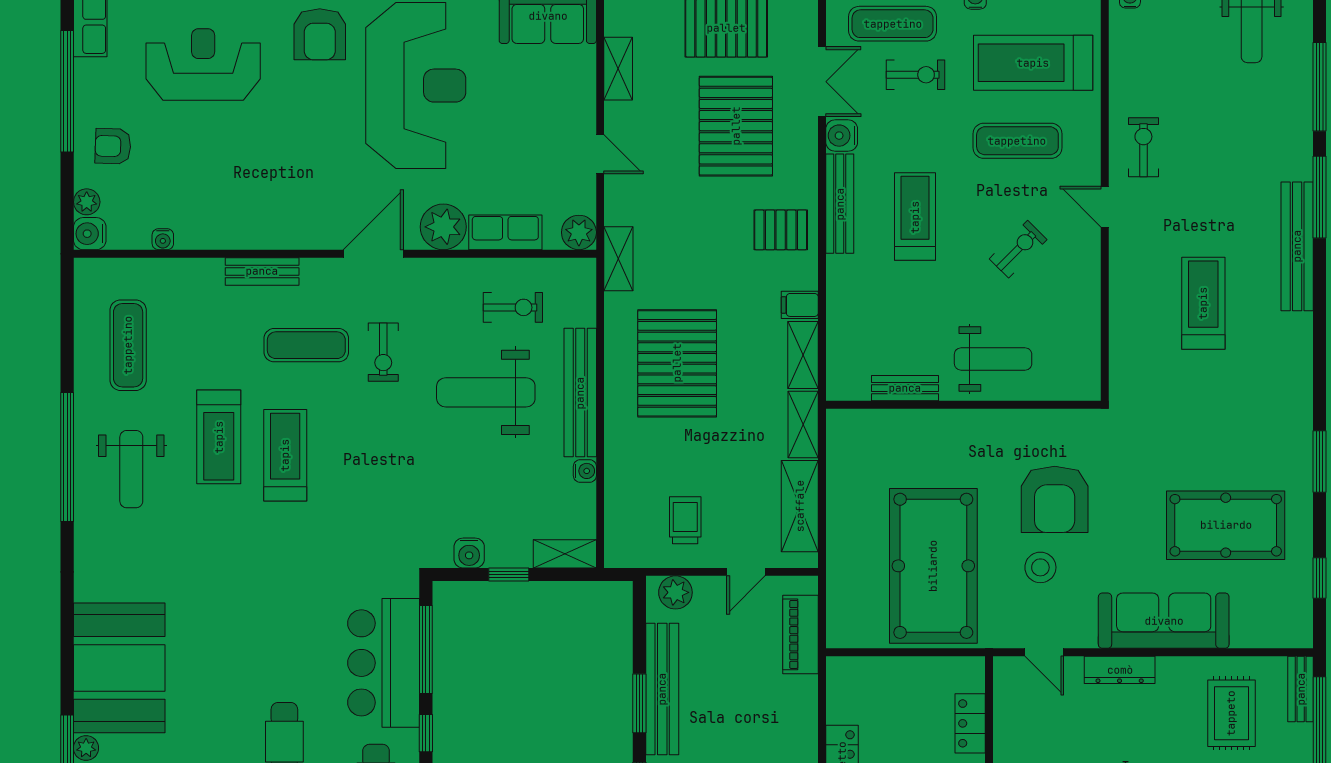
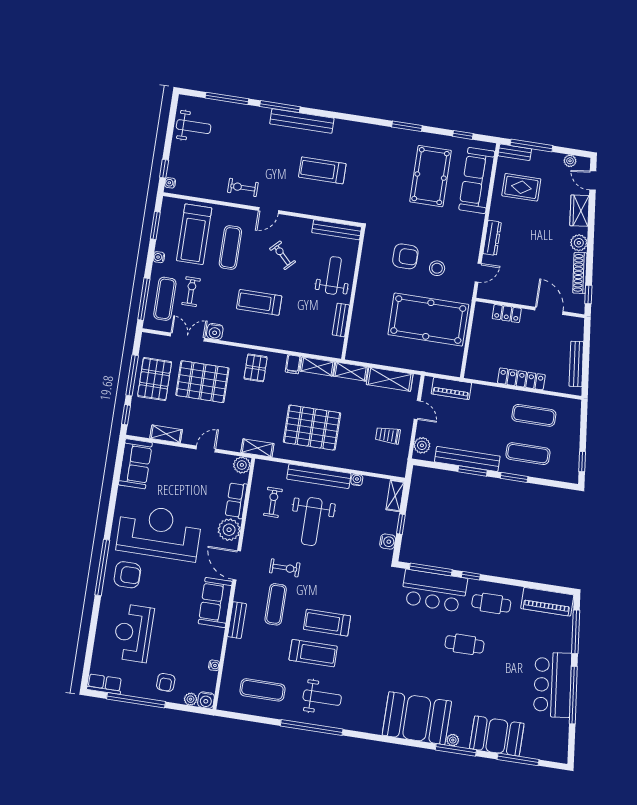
bench: (840, 204) -> (337, 230), moved
sofa: (291, 222) -> (215, 602), added
armchair: (1055, 499) -> (405, 256), width x0.73, depth x0.73
sofa: (1164, 621) -> (477, 180), moved

